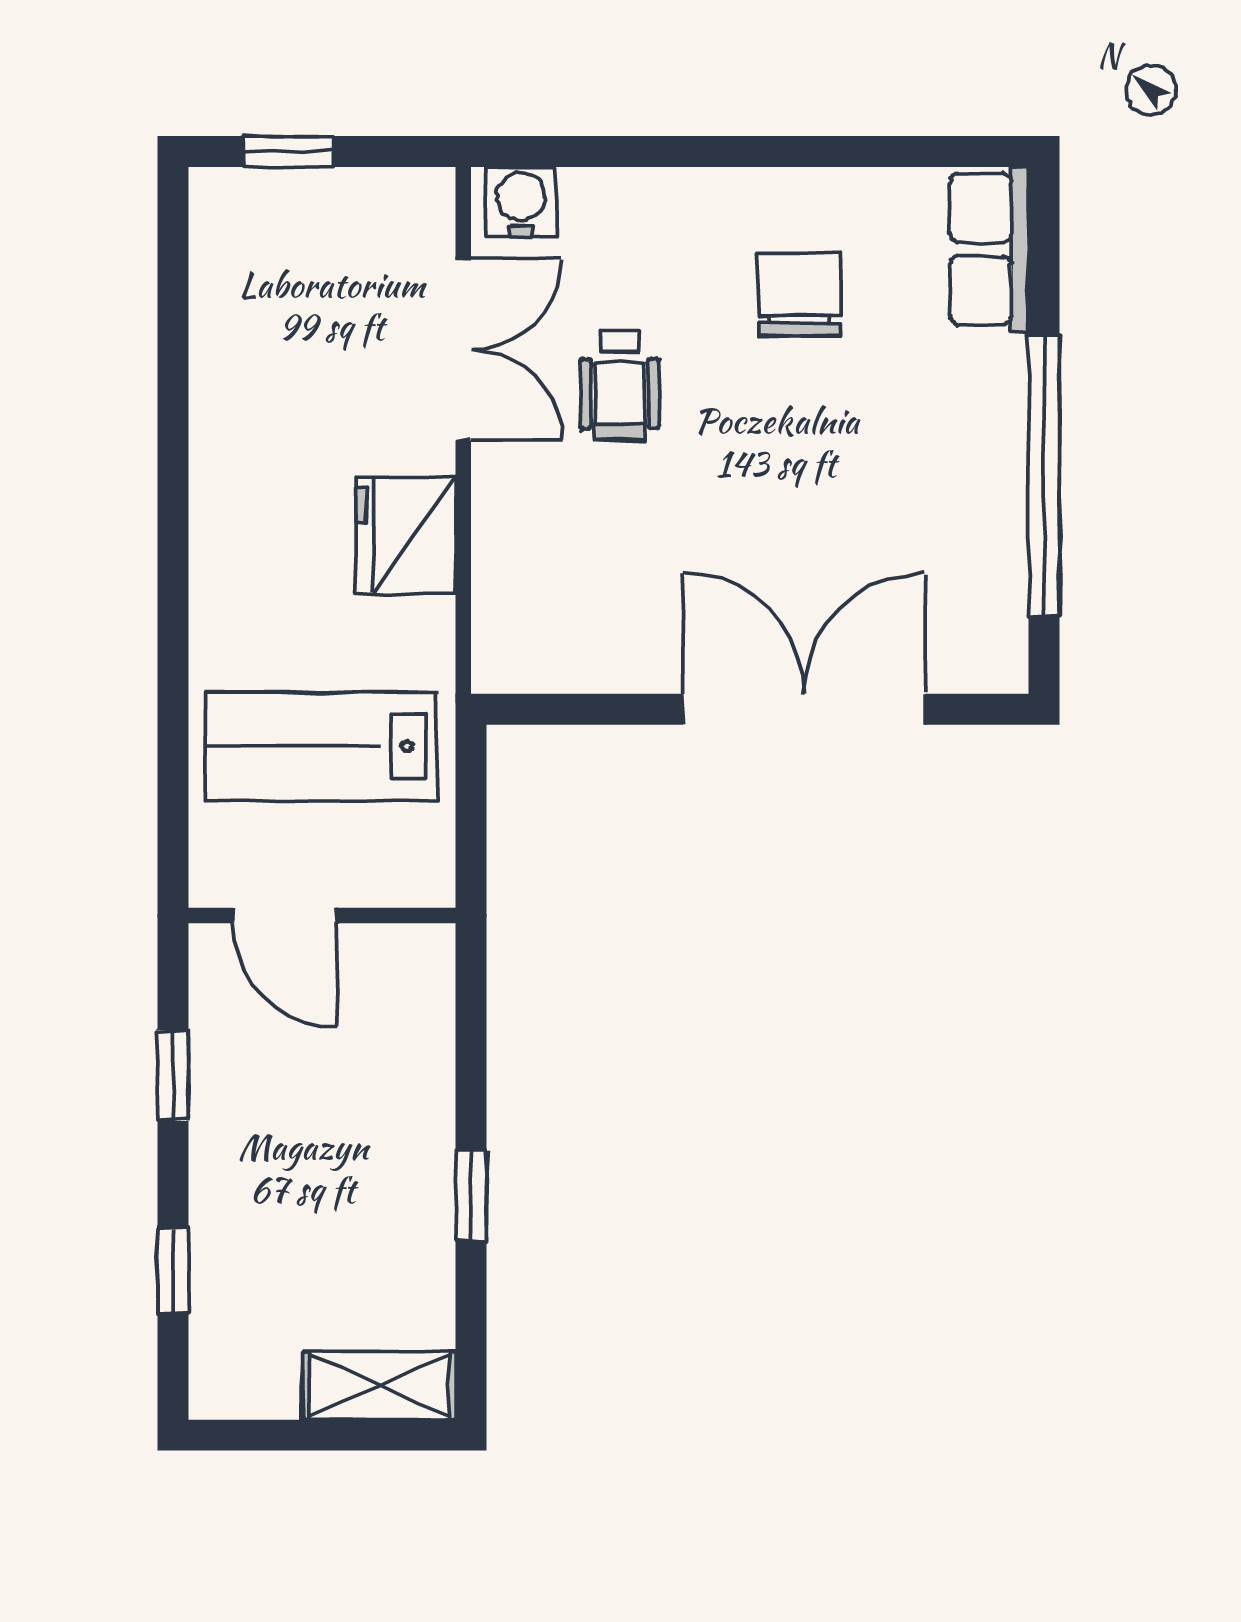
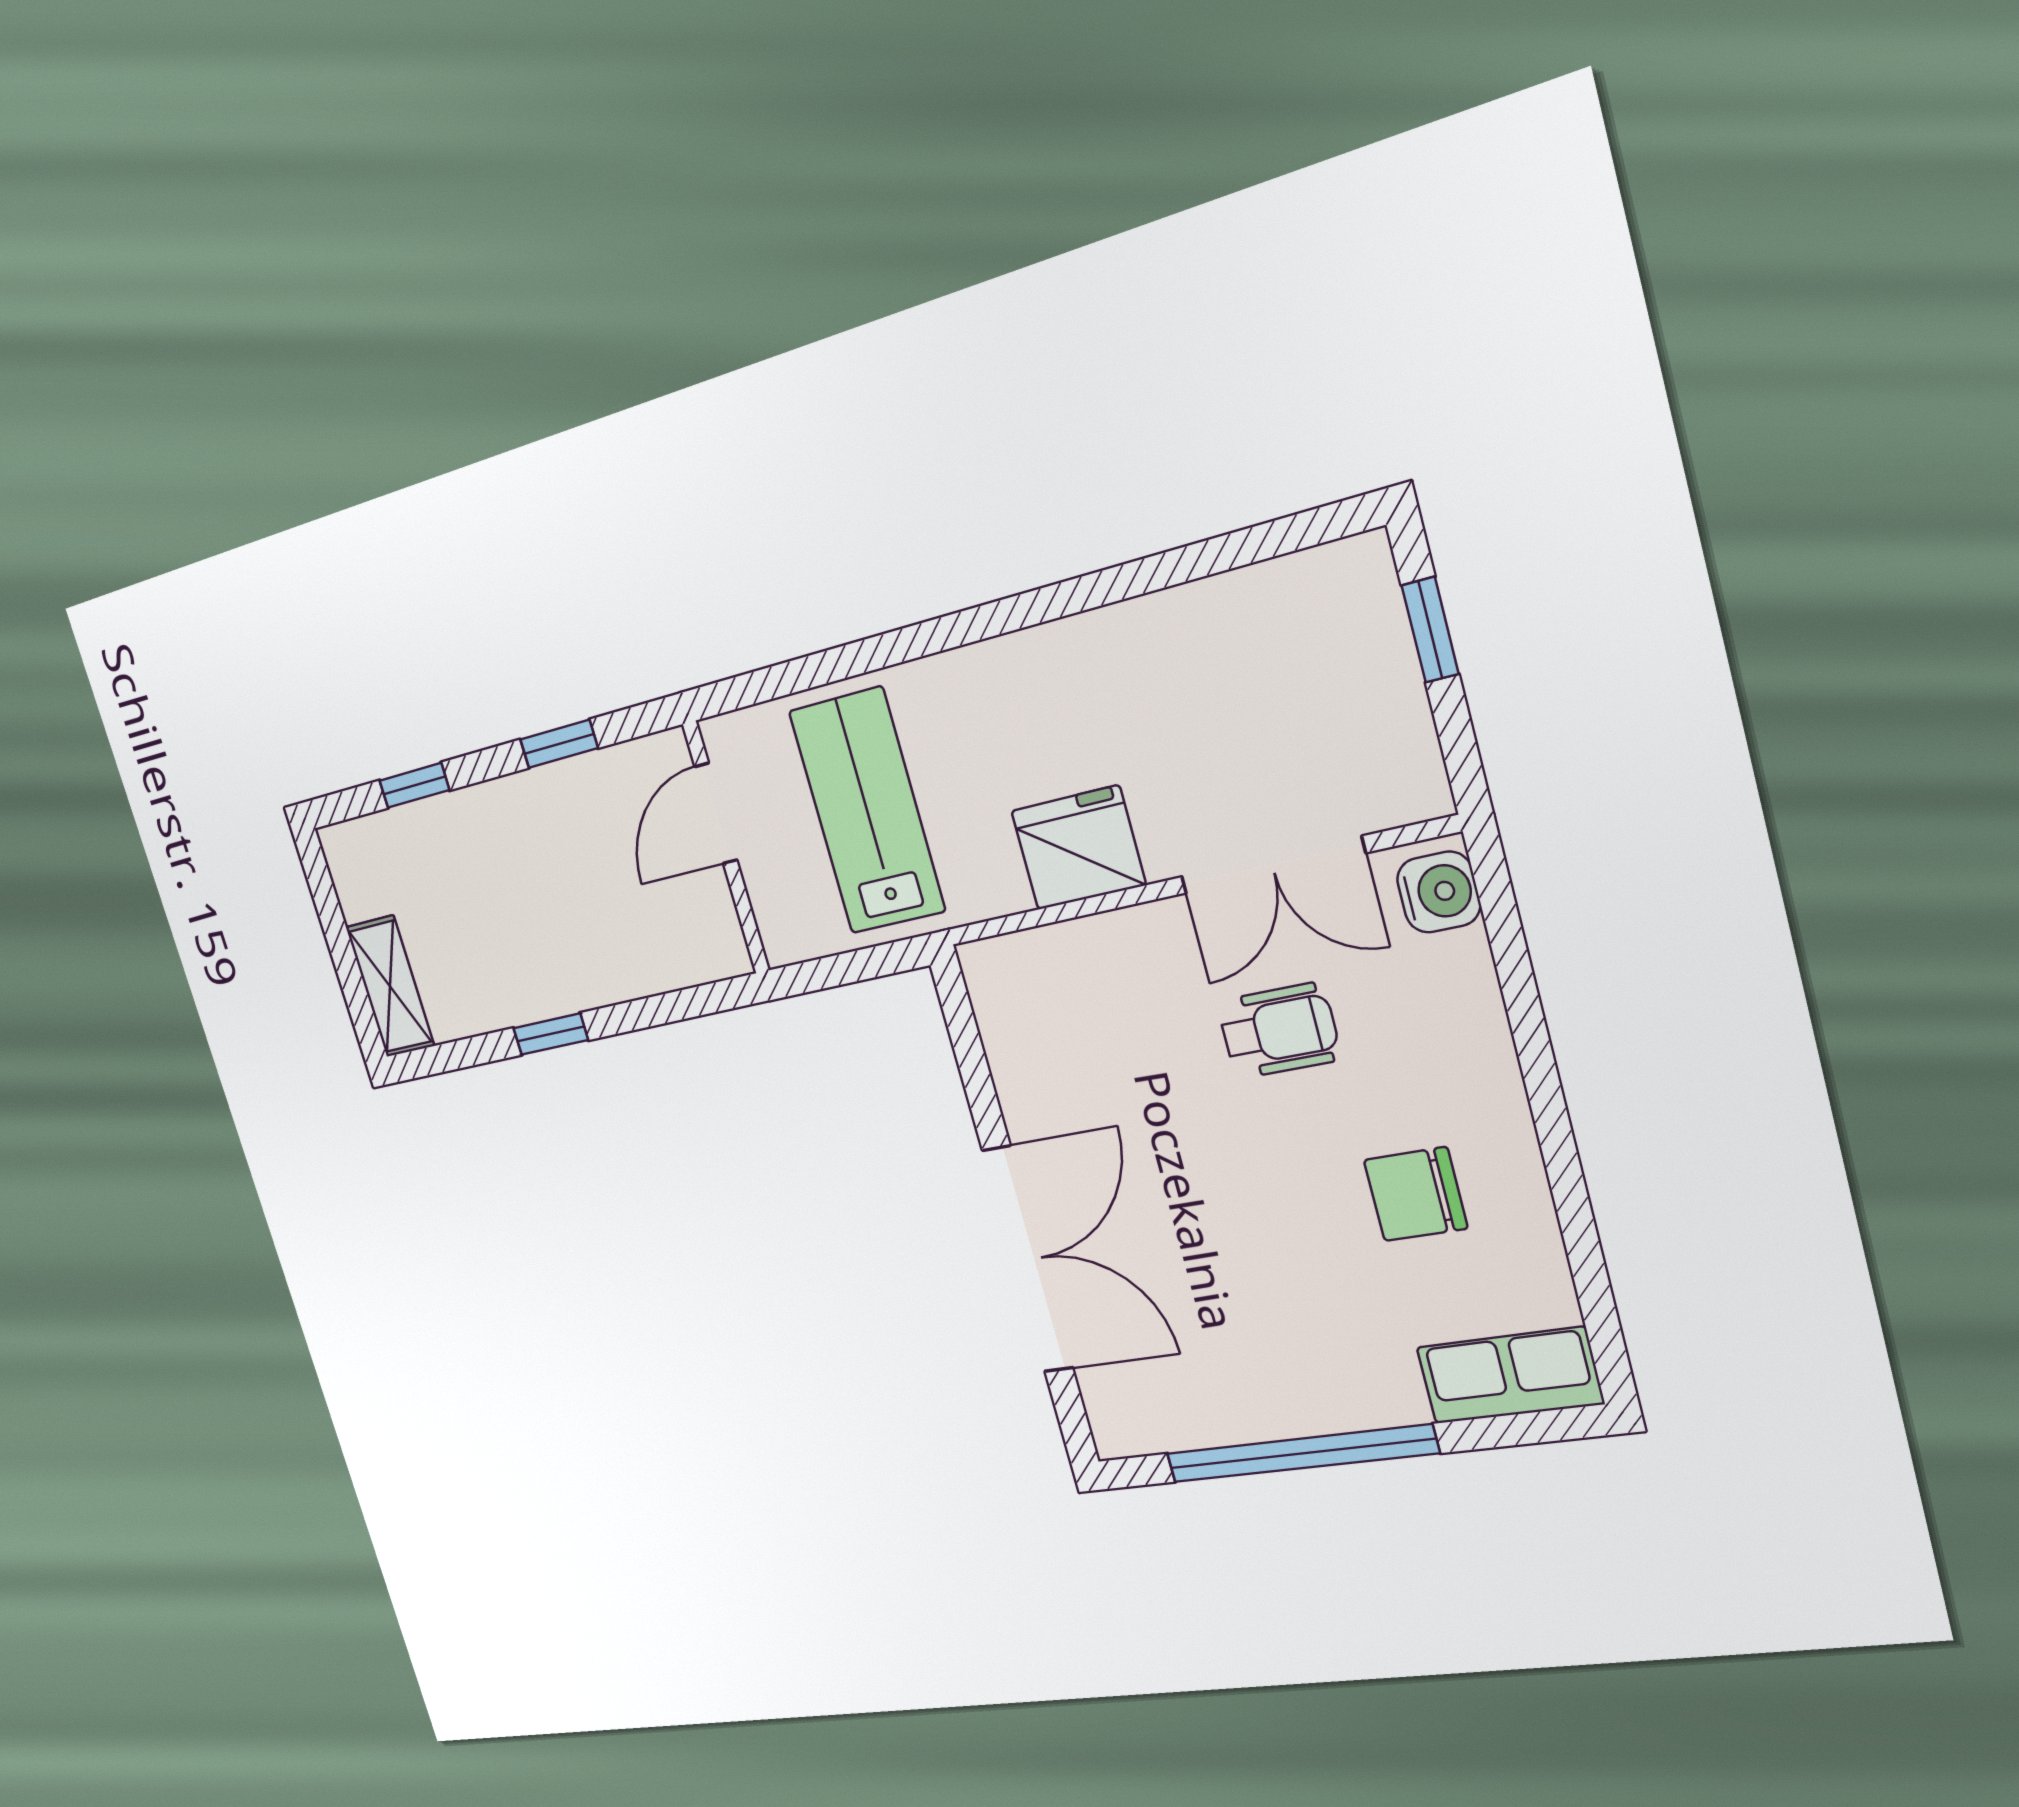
chair: (799, 294) -> (1416, 1194), turned 180
wheelchair: (620, 385) -> (1279, 1031), turned 180

